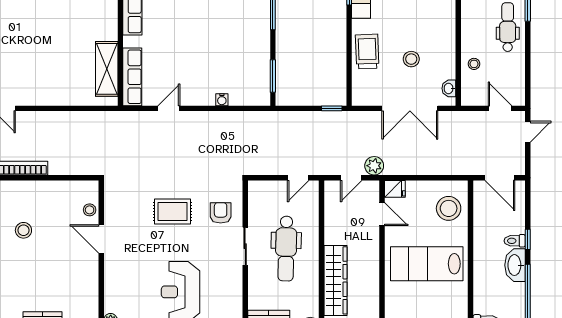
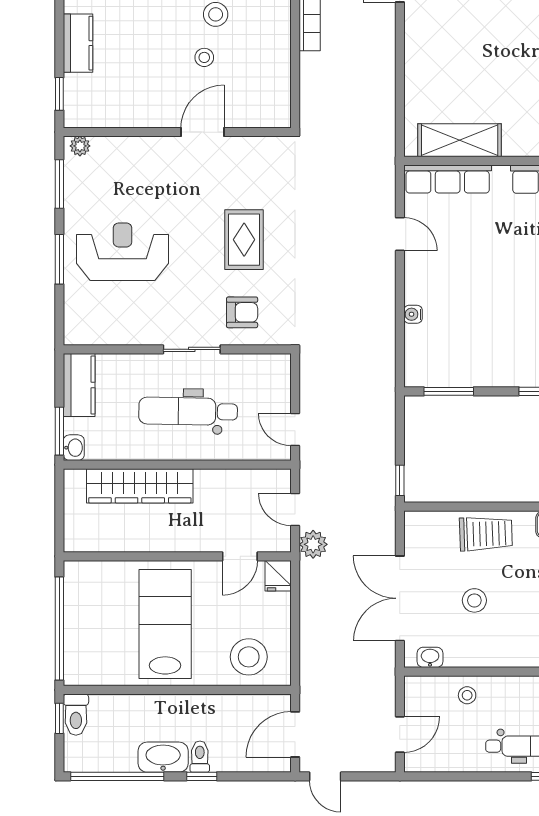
door: (528, 132) -> (325, 776), moved
stool: (90, 210) -> (204, 57), moved

